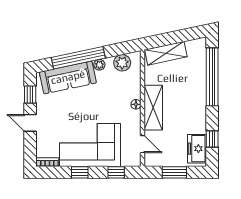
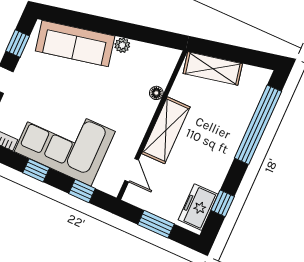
window: (78, 58) -> (99, 24), removed
plant: (122, 63) -> (152, 56), removed
floor lamp: (136, 104) -> (156, 93), moved

